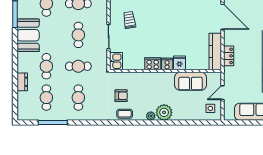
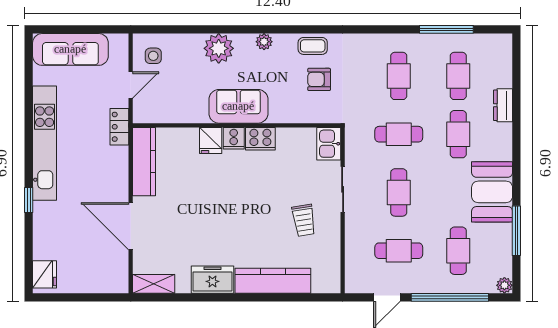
locker: (229, 56) -> (119, 127), moved
sofa: (191, 81) -> (238, 106), moved
plant: (164, 112) -> (219, 48), moved

